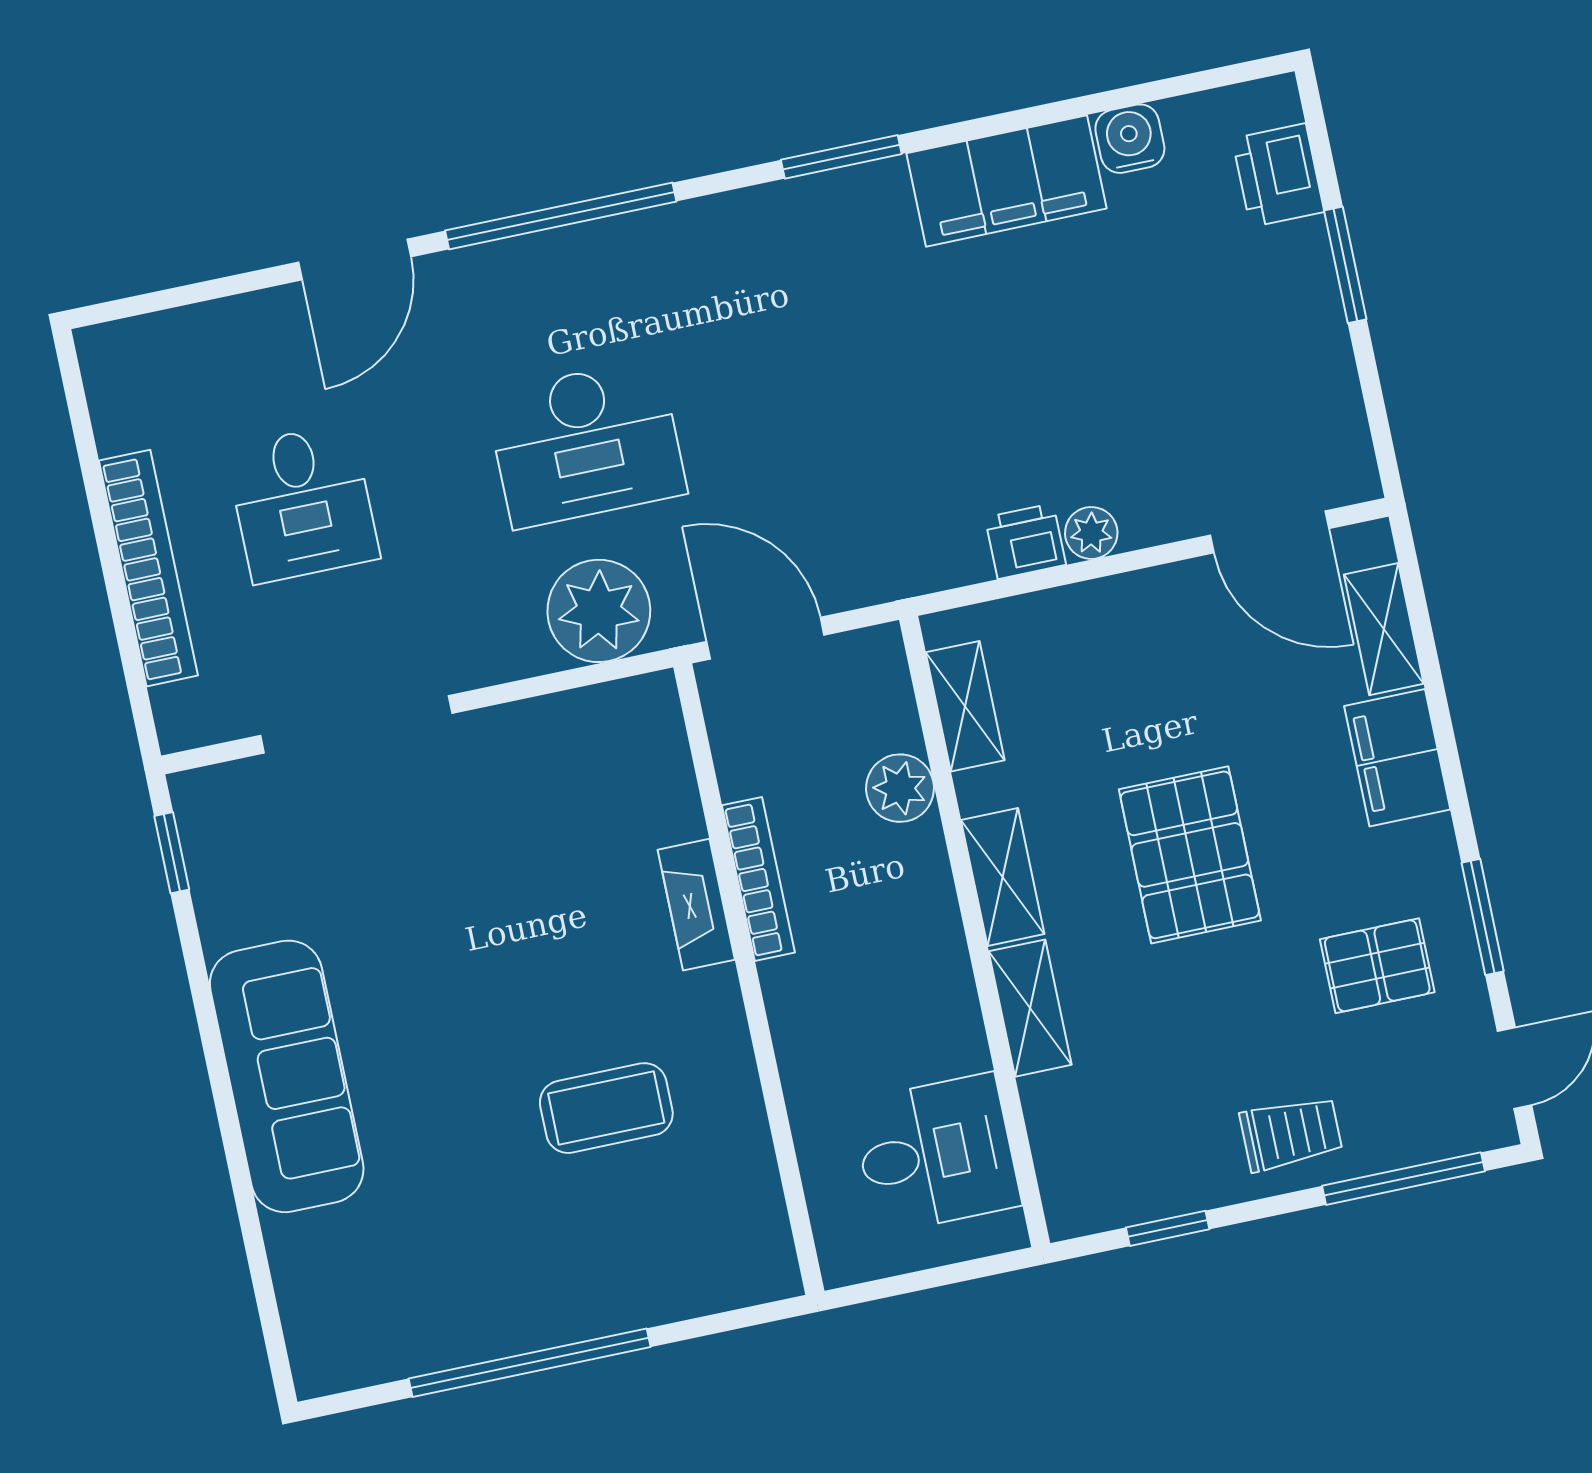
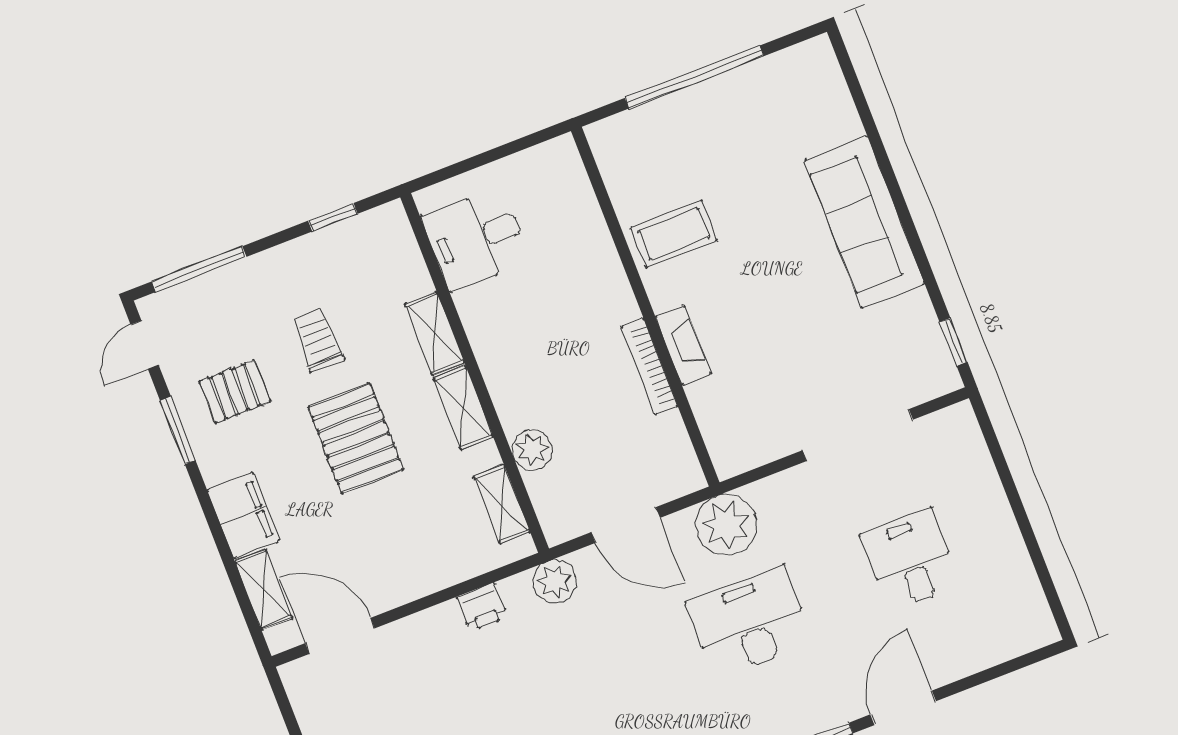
plant: (1091, 533) -> (555, 581), moved, width x1.38, depth x1.38
bookcase: (148, 568) -> (995, 507), removed
bookcase: (758, 879) -> (649, 366), moved
fireplace: (696, 905) -> (683, 345), moved
wall: (749, 979) -> (645, 307), moved
trolley: (1291, 1133) -> (318, 340), moved, turned 90

